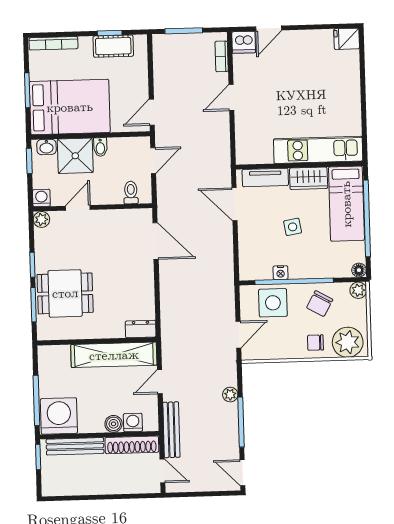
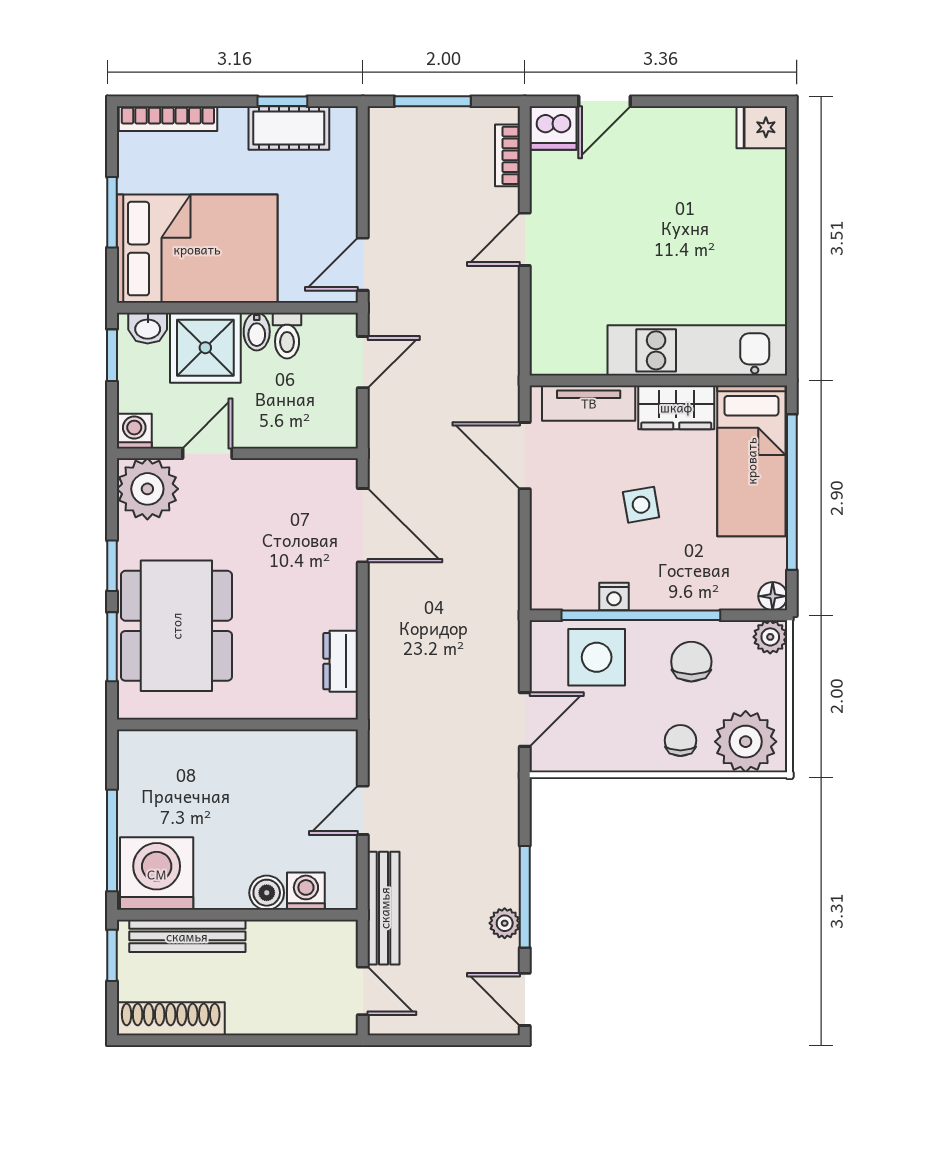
toilet: (131, 193) -> (287, 336), moved, turned 180
plant: (41, 219) -> (147, 489), width x1.88, depth x1.88
dining table: (65, 293) -> (176, 626), width x1.37
chair: (320, 304) -> (691, 662), turned 151
dresser: (141, 329) -> (341, 661), moved, turned -90
chair: (315, 343) -> (680, 740), turned 90
shelving: (114, 355) -> (271, 753), removed
plant: (230, 395) -> (505, 923), moved
shoe rack: (132, 445) -> (171, 1019), moved, turned 180

